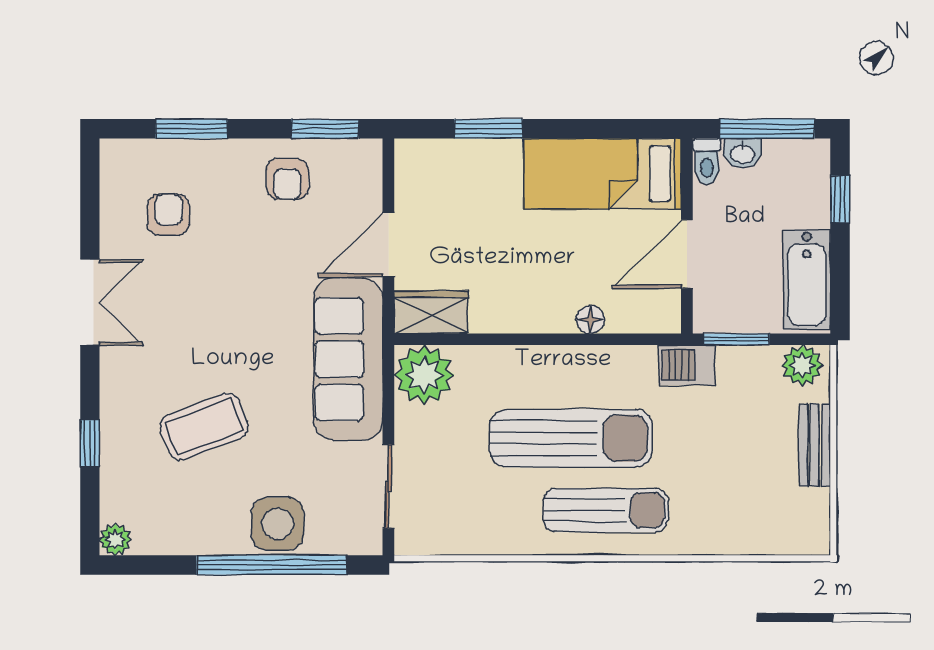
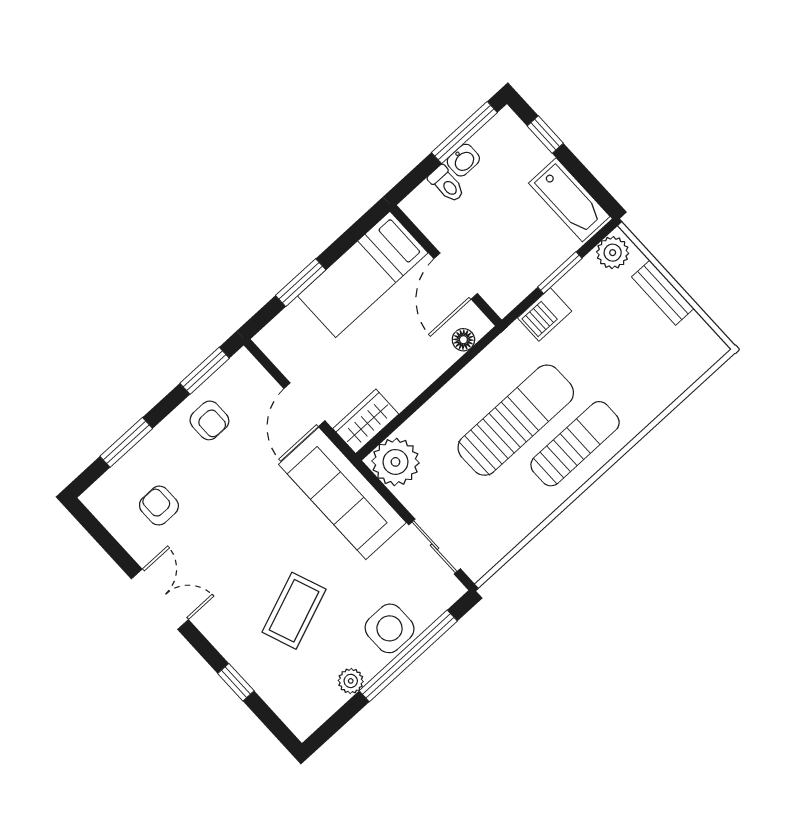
bed: (602, 174) -> (363, 274), moved
wall: (687, 236) -> (446, 265), moved
door: (687, 254) -> (456, 276), moved
plant: (115, 540) -> (351, 681), moved

